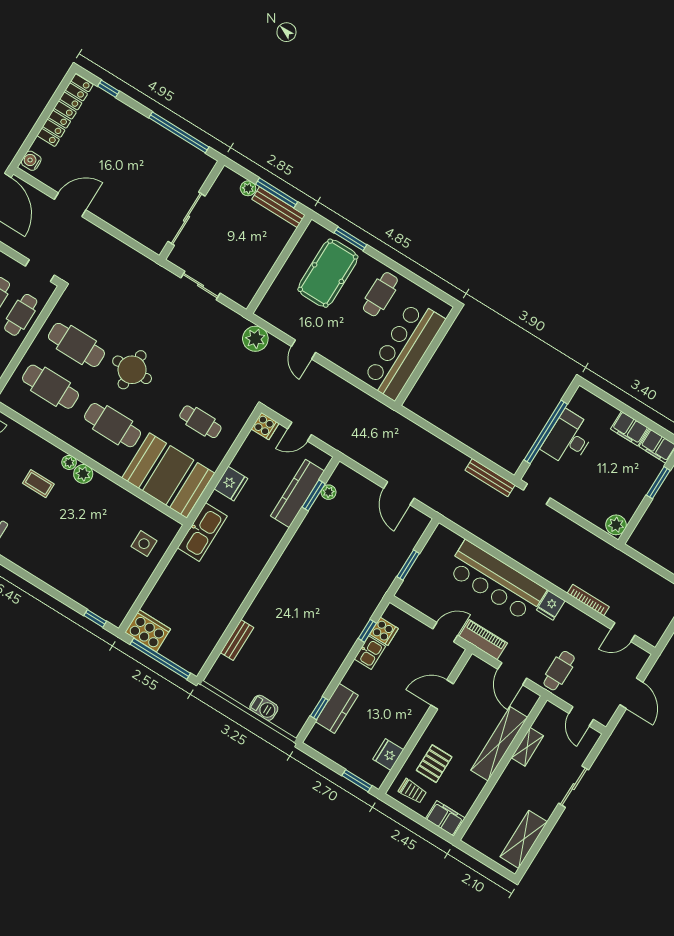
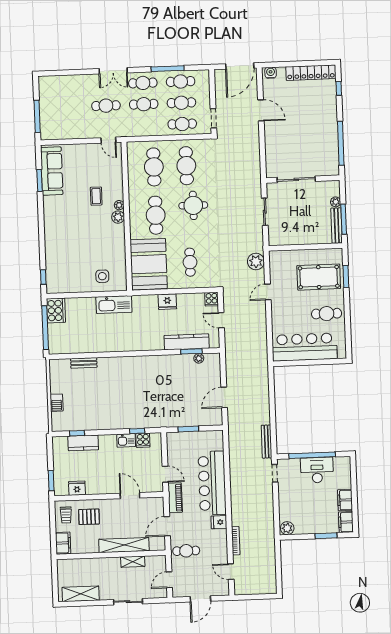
kitchen sink: (202, 532) -> (114, 305), moved

